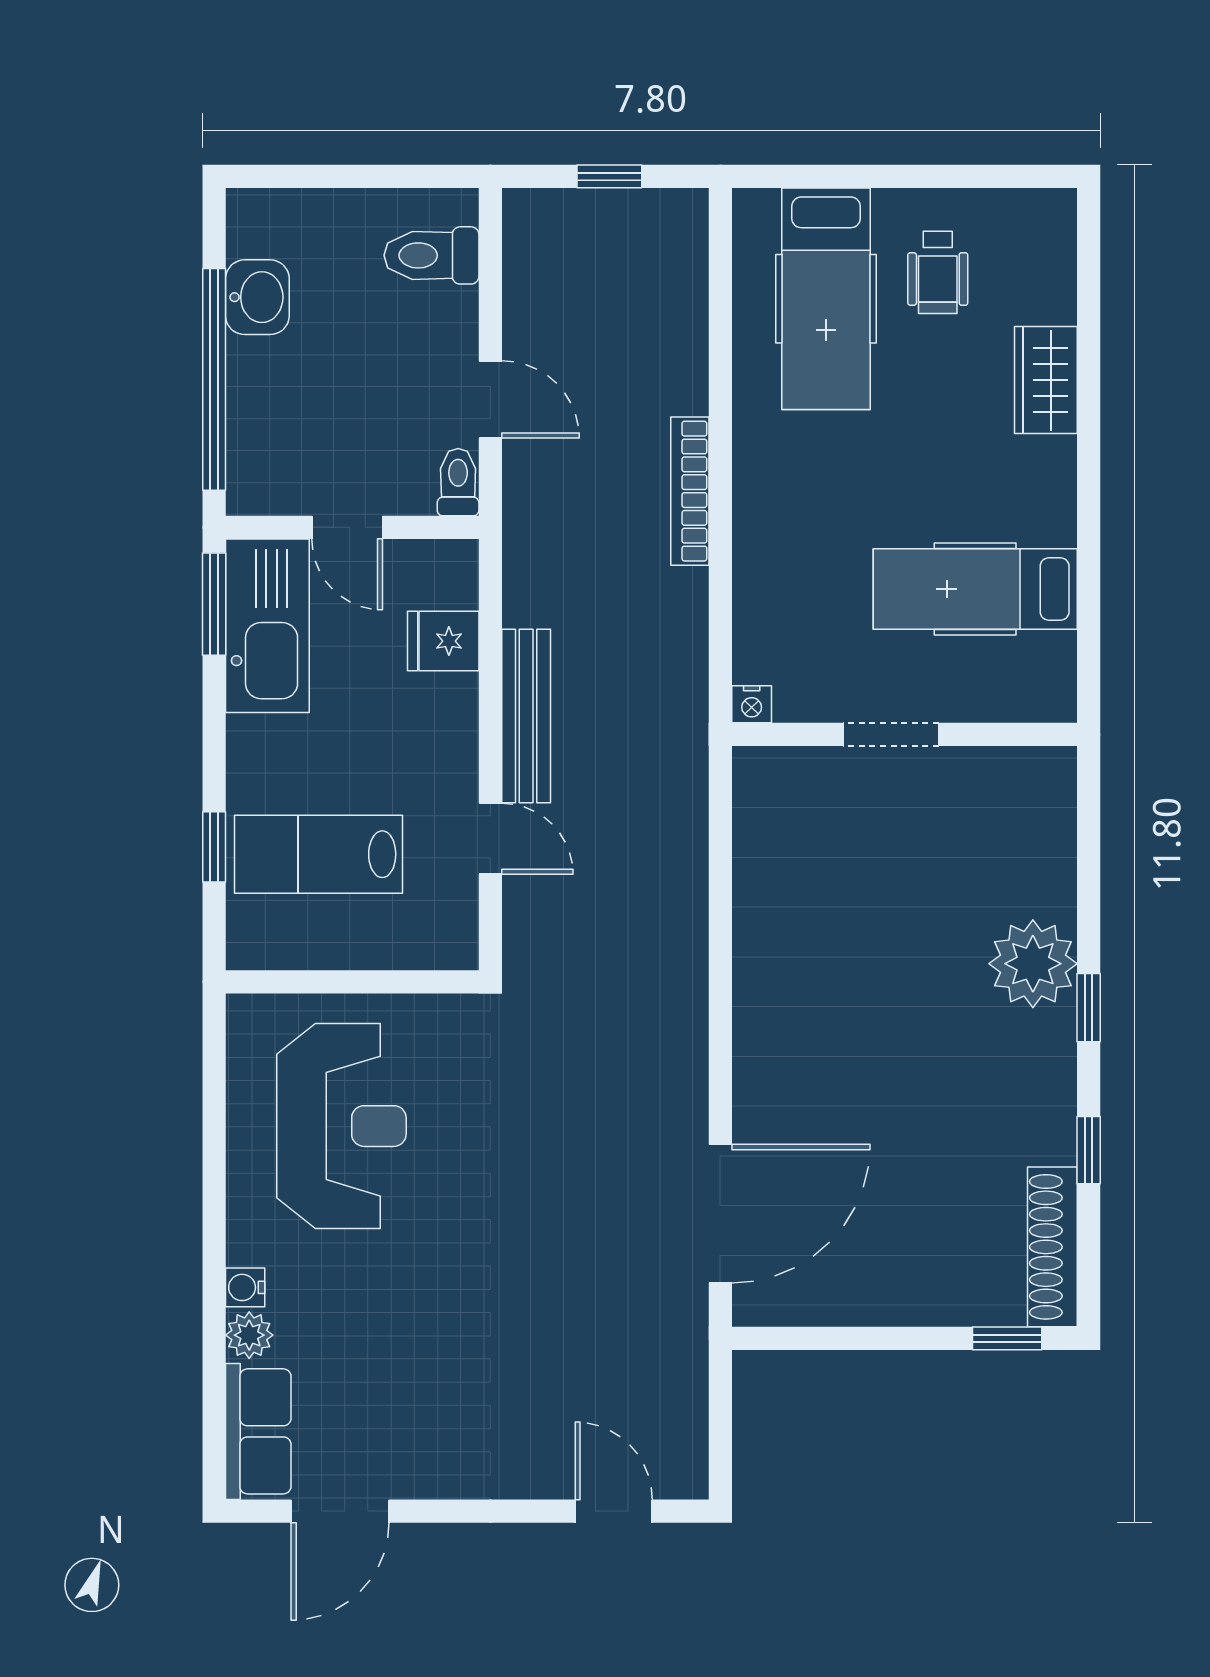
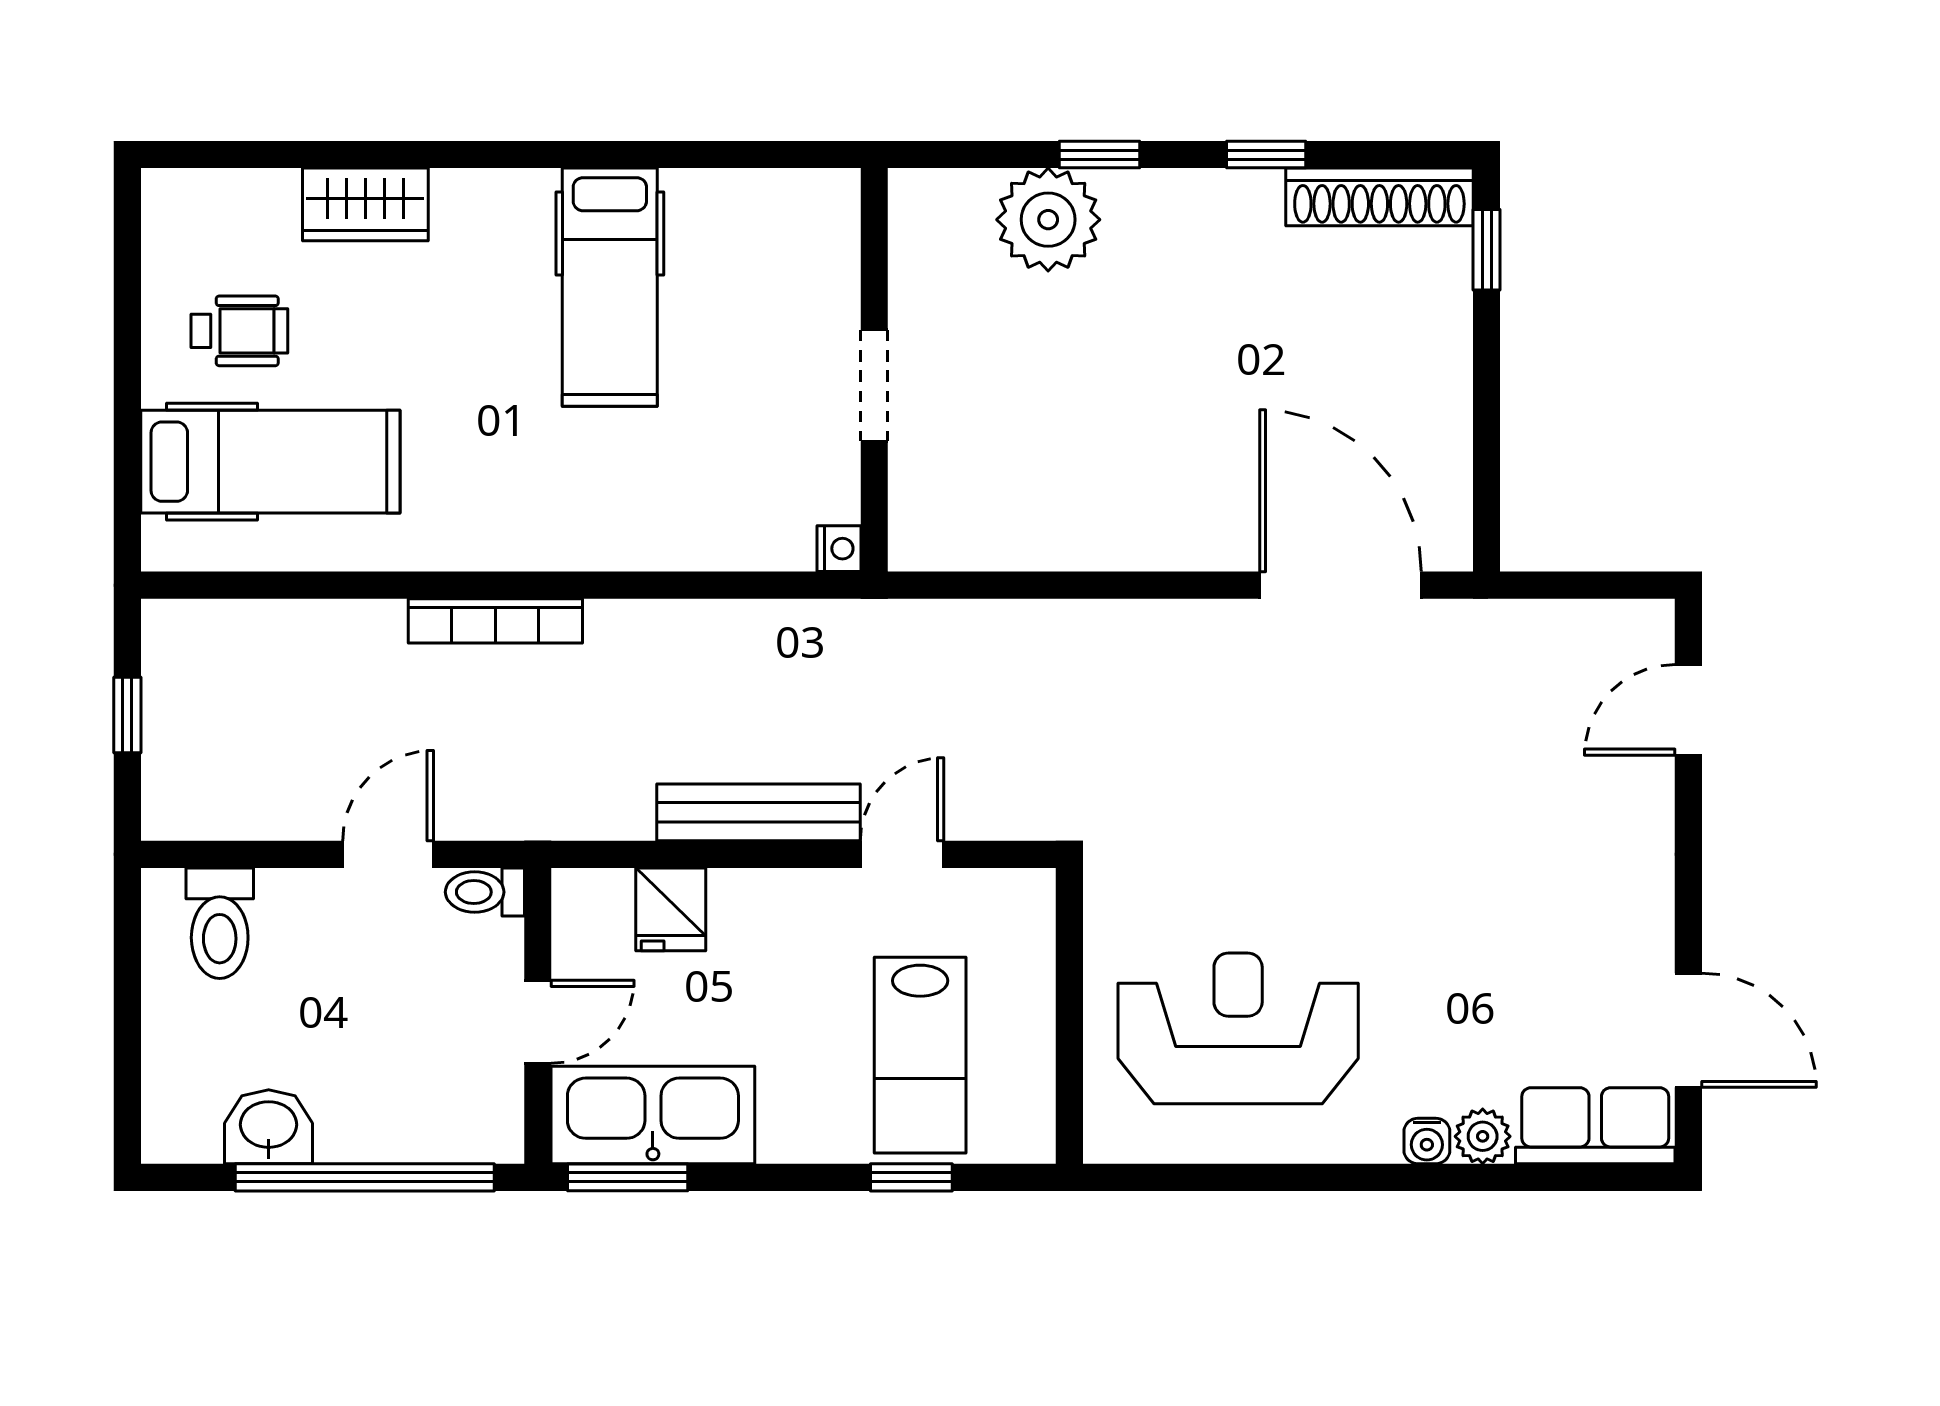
nightstand: (752, 704) -> (839, 549), moved
doorway: (891, 734) -> (874, 386), moved
wall: (904, 734) -> (874, 370), moved

